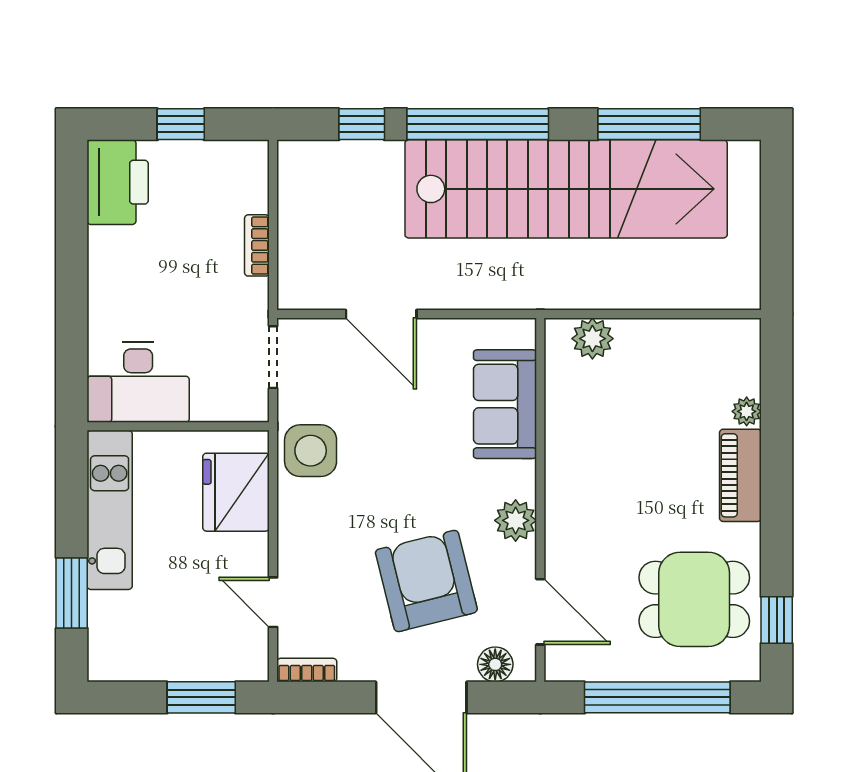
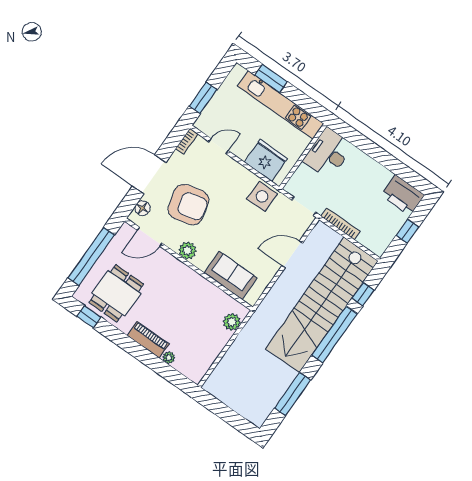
stairs: (566, 189) -> (322, 305), moved
bookcase: (257, 245) -> (341, 224), width x1.56
kitchen unit: (110, 510) -> (281, 105), width x1.36

